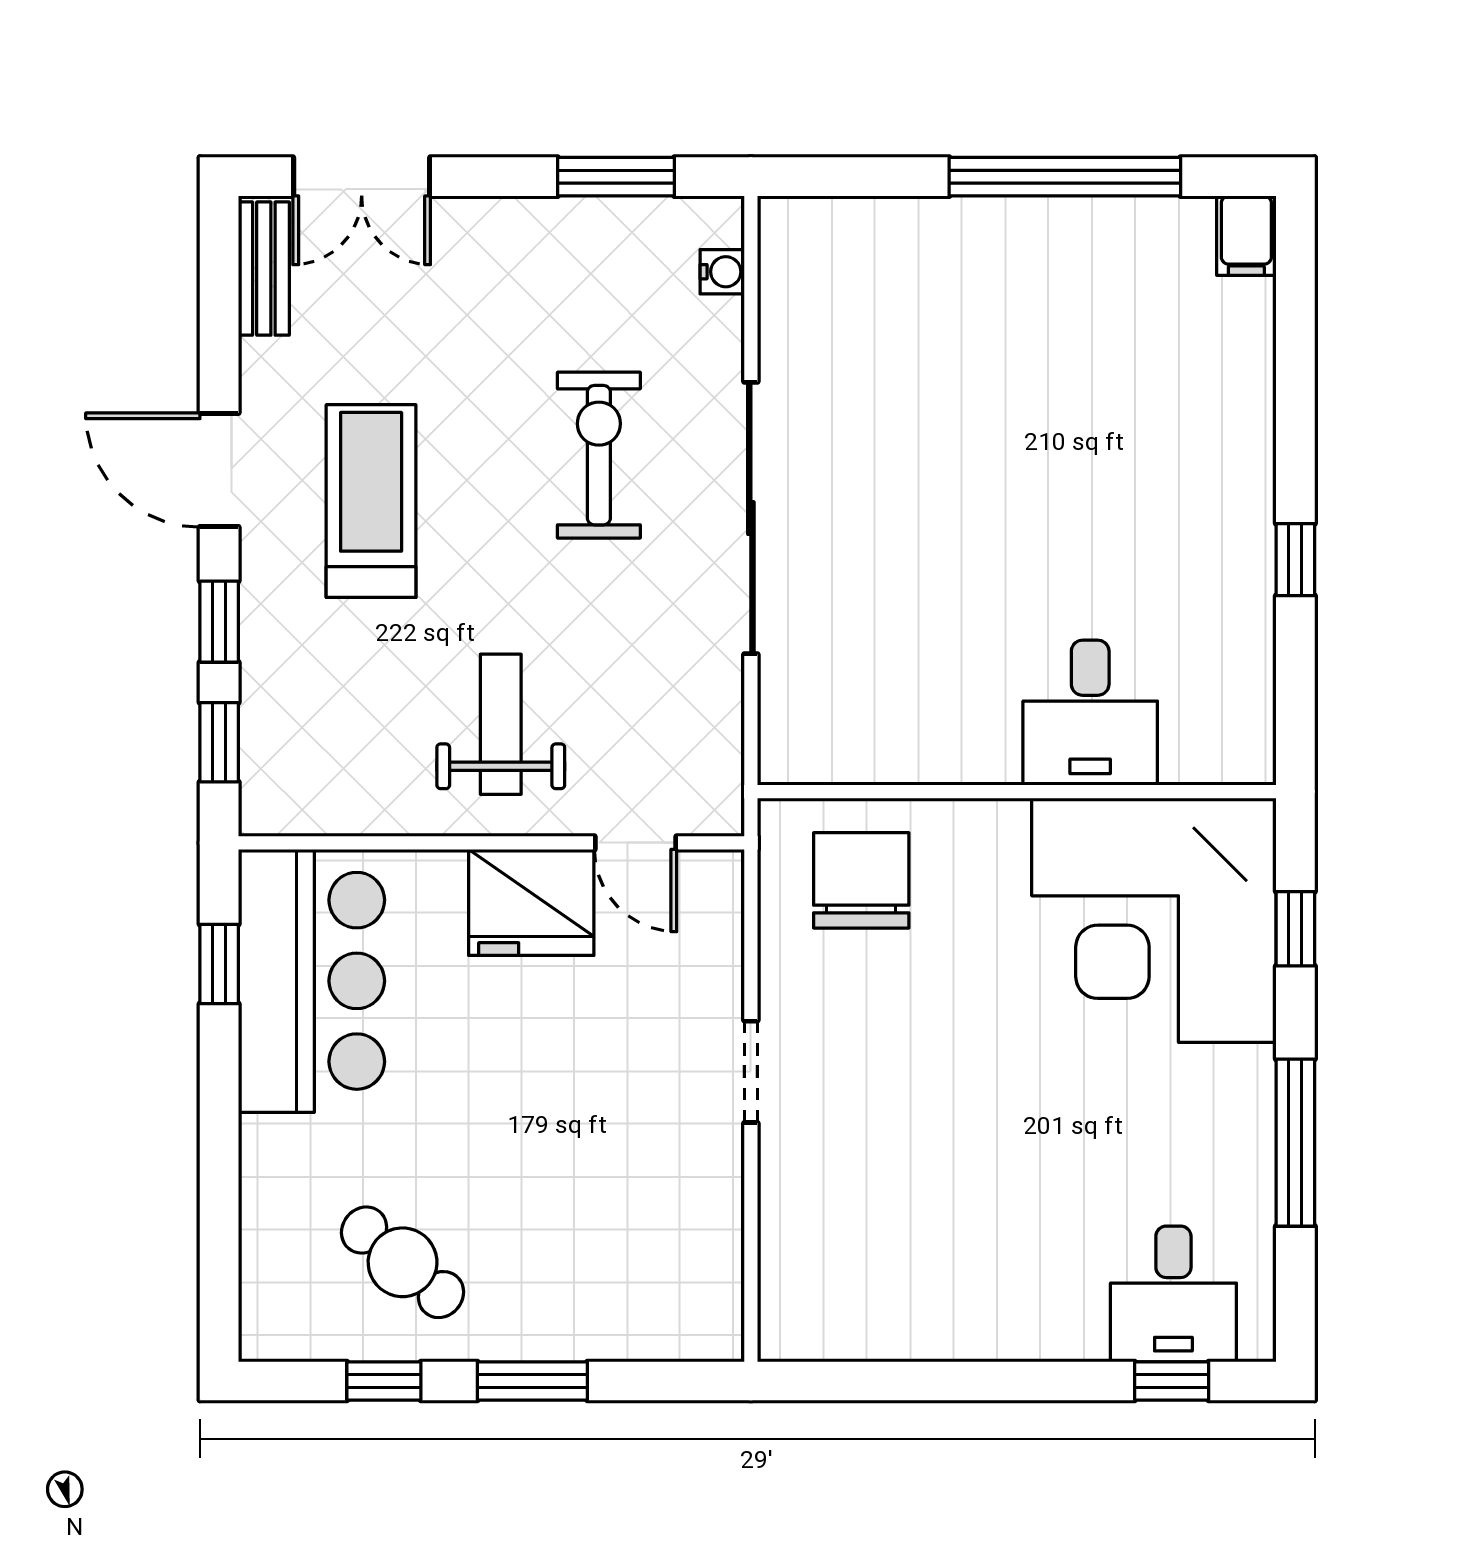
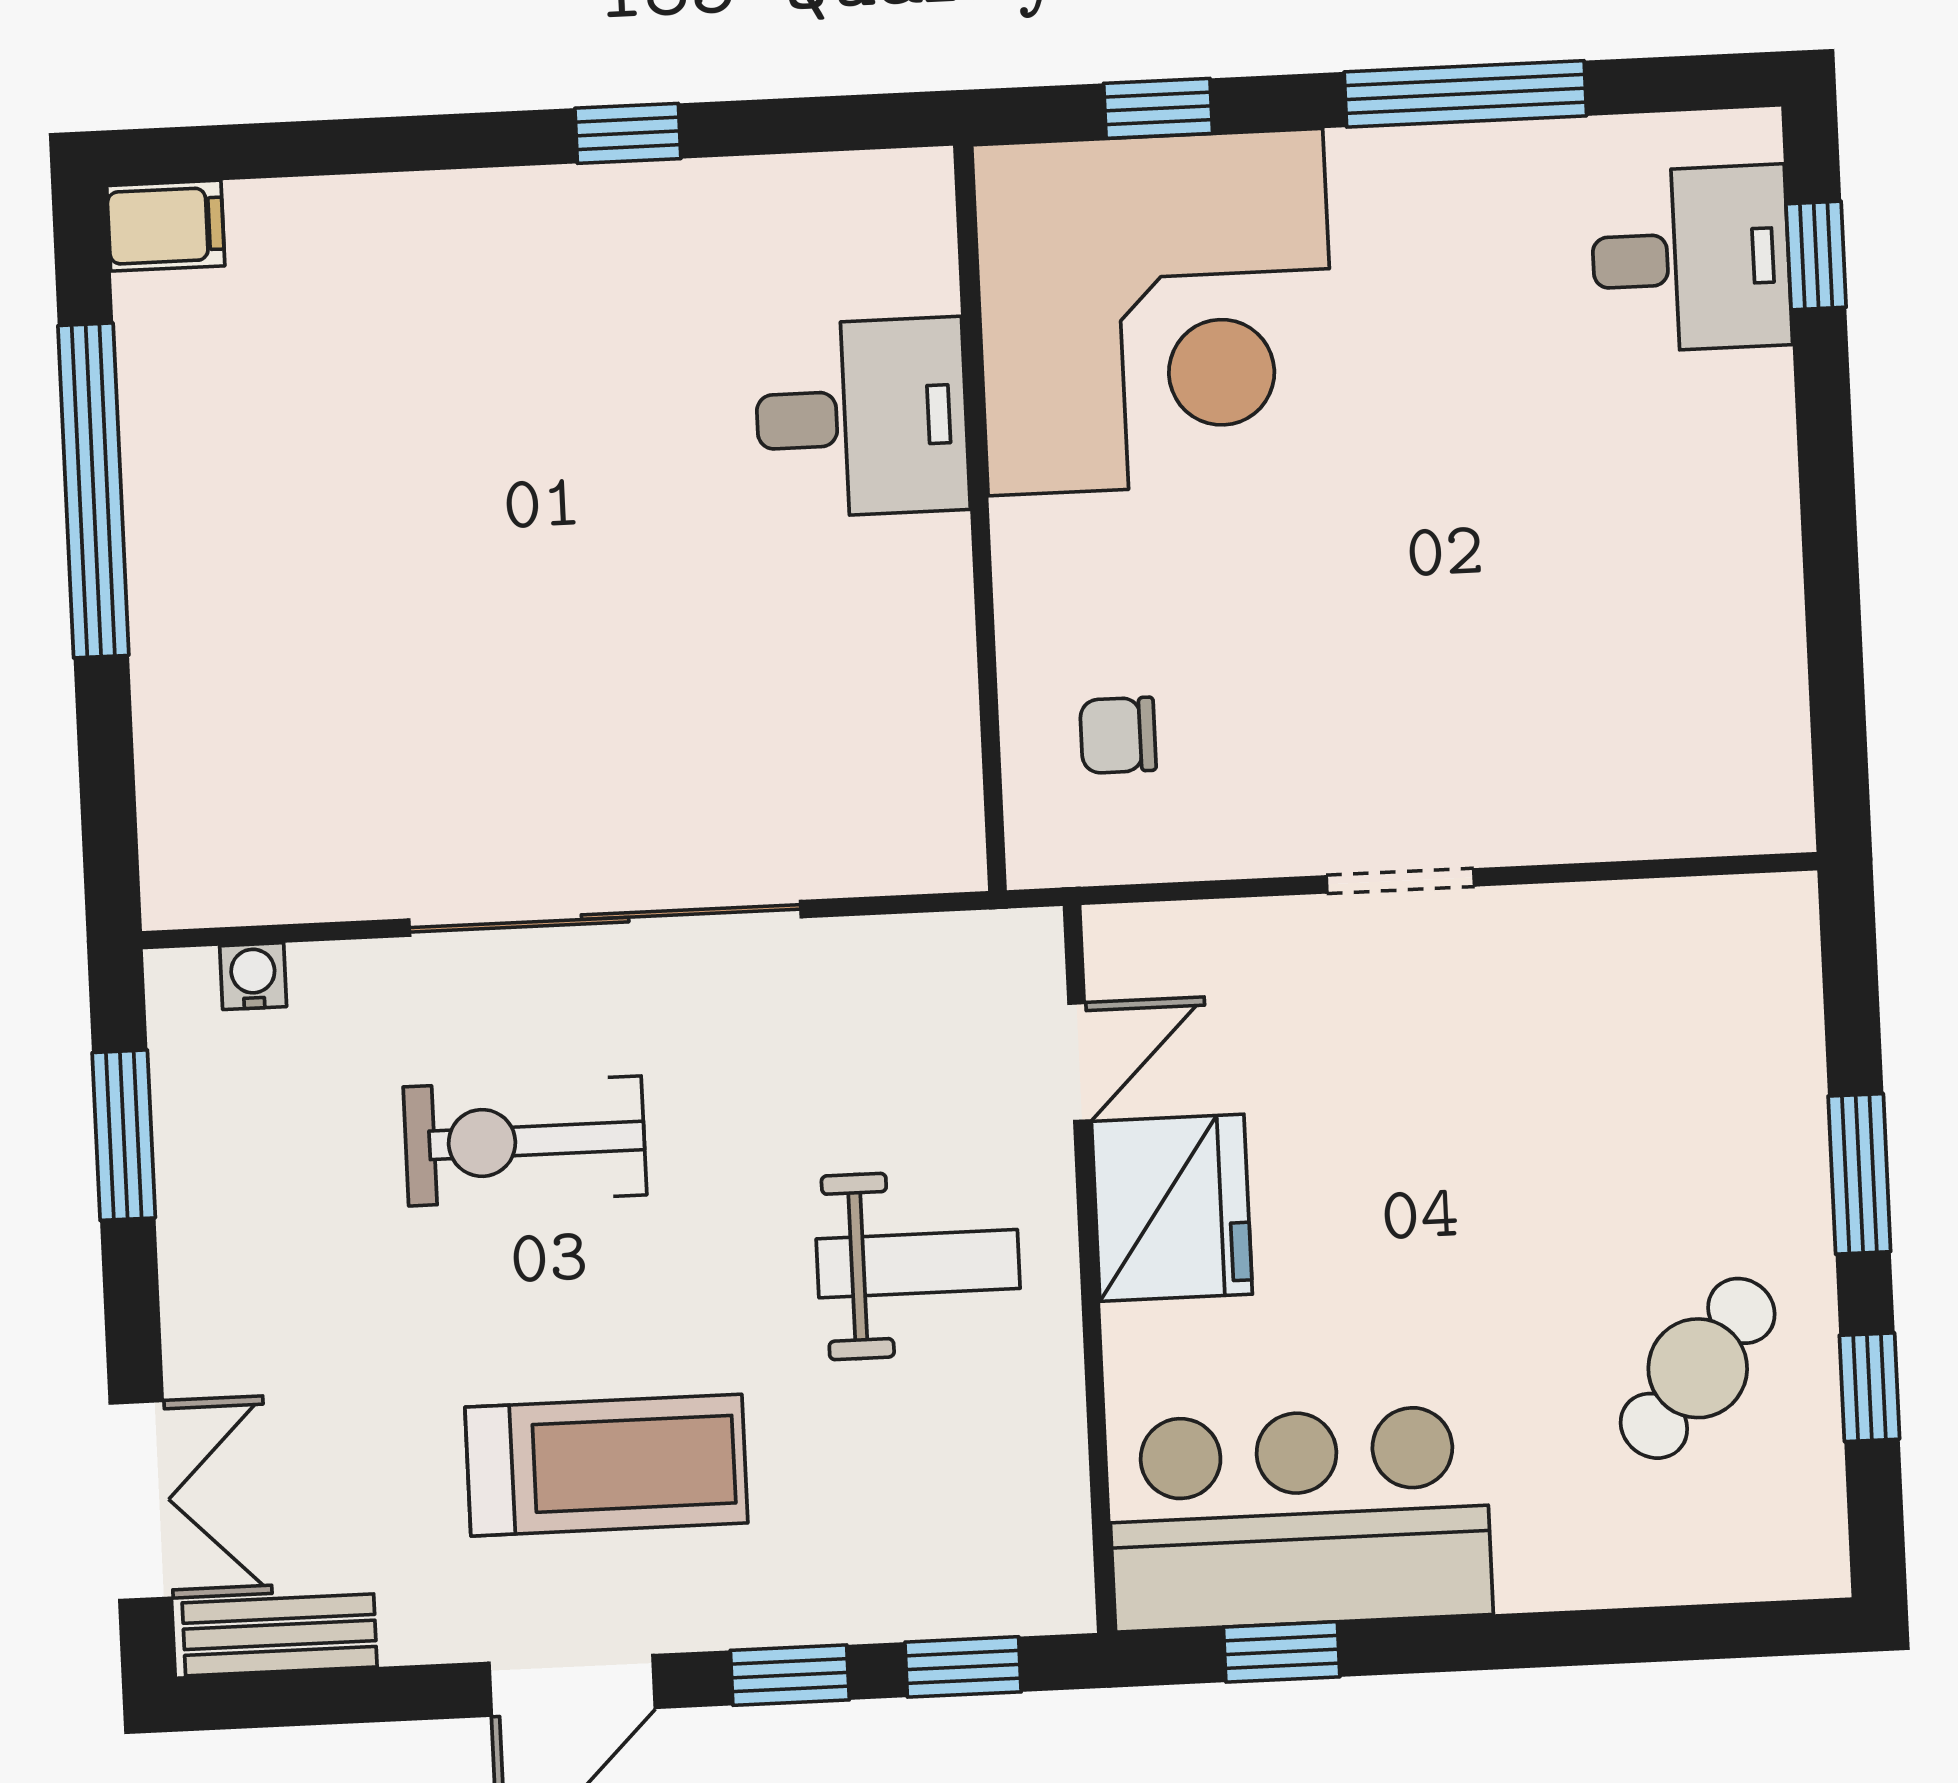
treadmill: (371, 501) -> (606, 1465), turned 180
weight bench: (501, 724) -> (918, 1264), turned 180
chair: (861, 880) -> (1118, 735), width x0.54, depth x0.54

